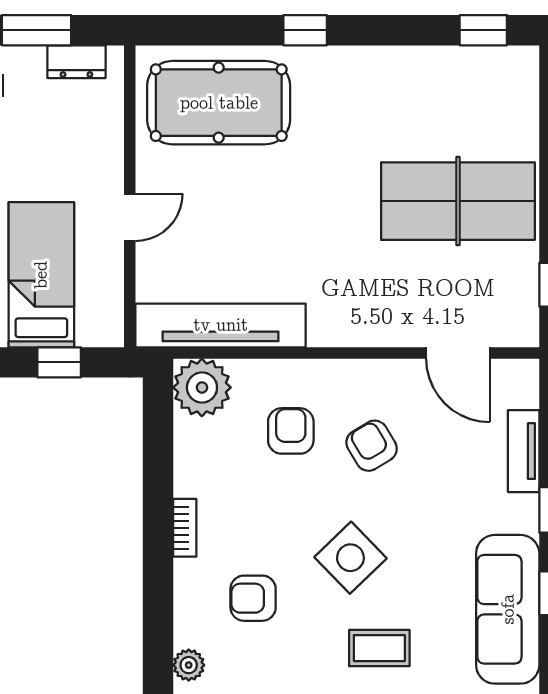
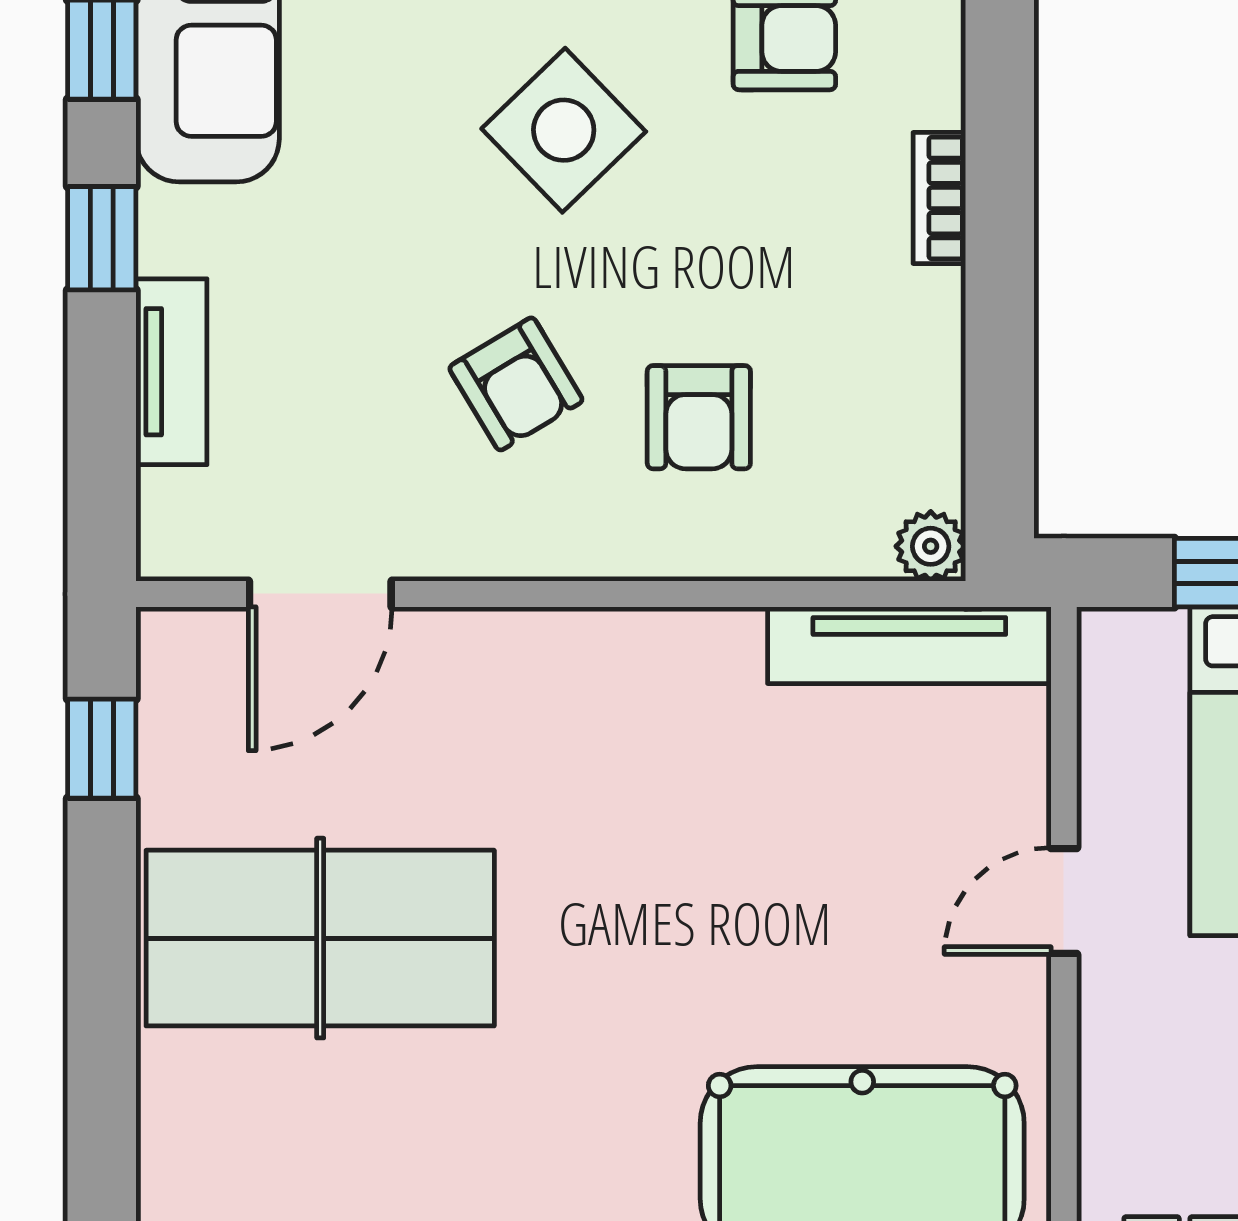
tv unit: (221, 325) -> (909, 645), width x0.73, depth x0.78
door: (458, 353) -> (320, 594), swing flipped
plant: (202, 387) -> (931, 546), width x0.53, depth x0.53

